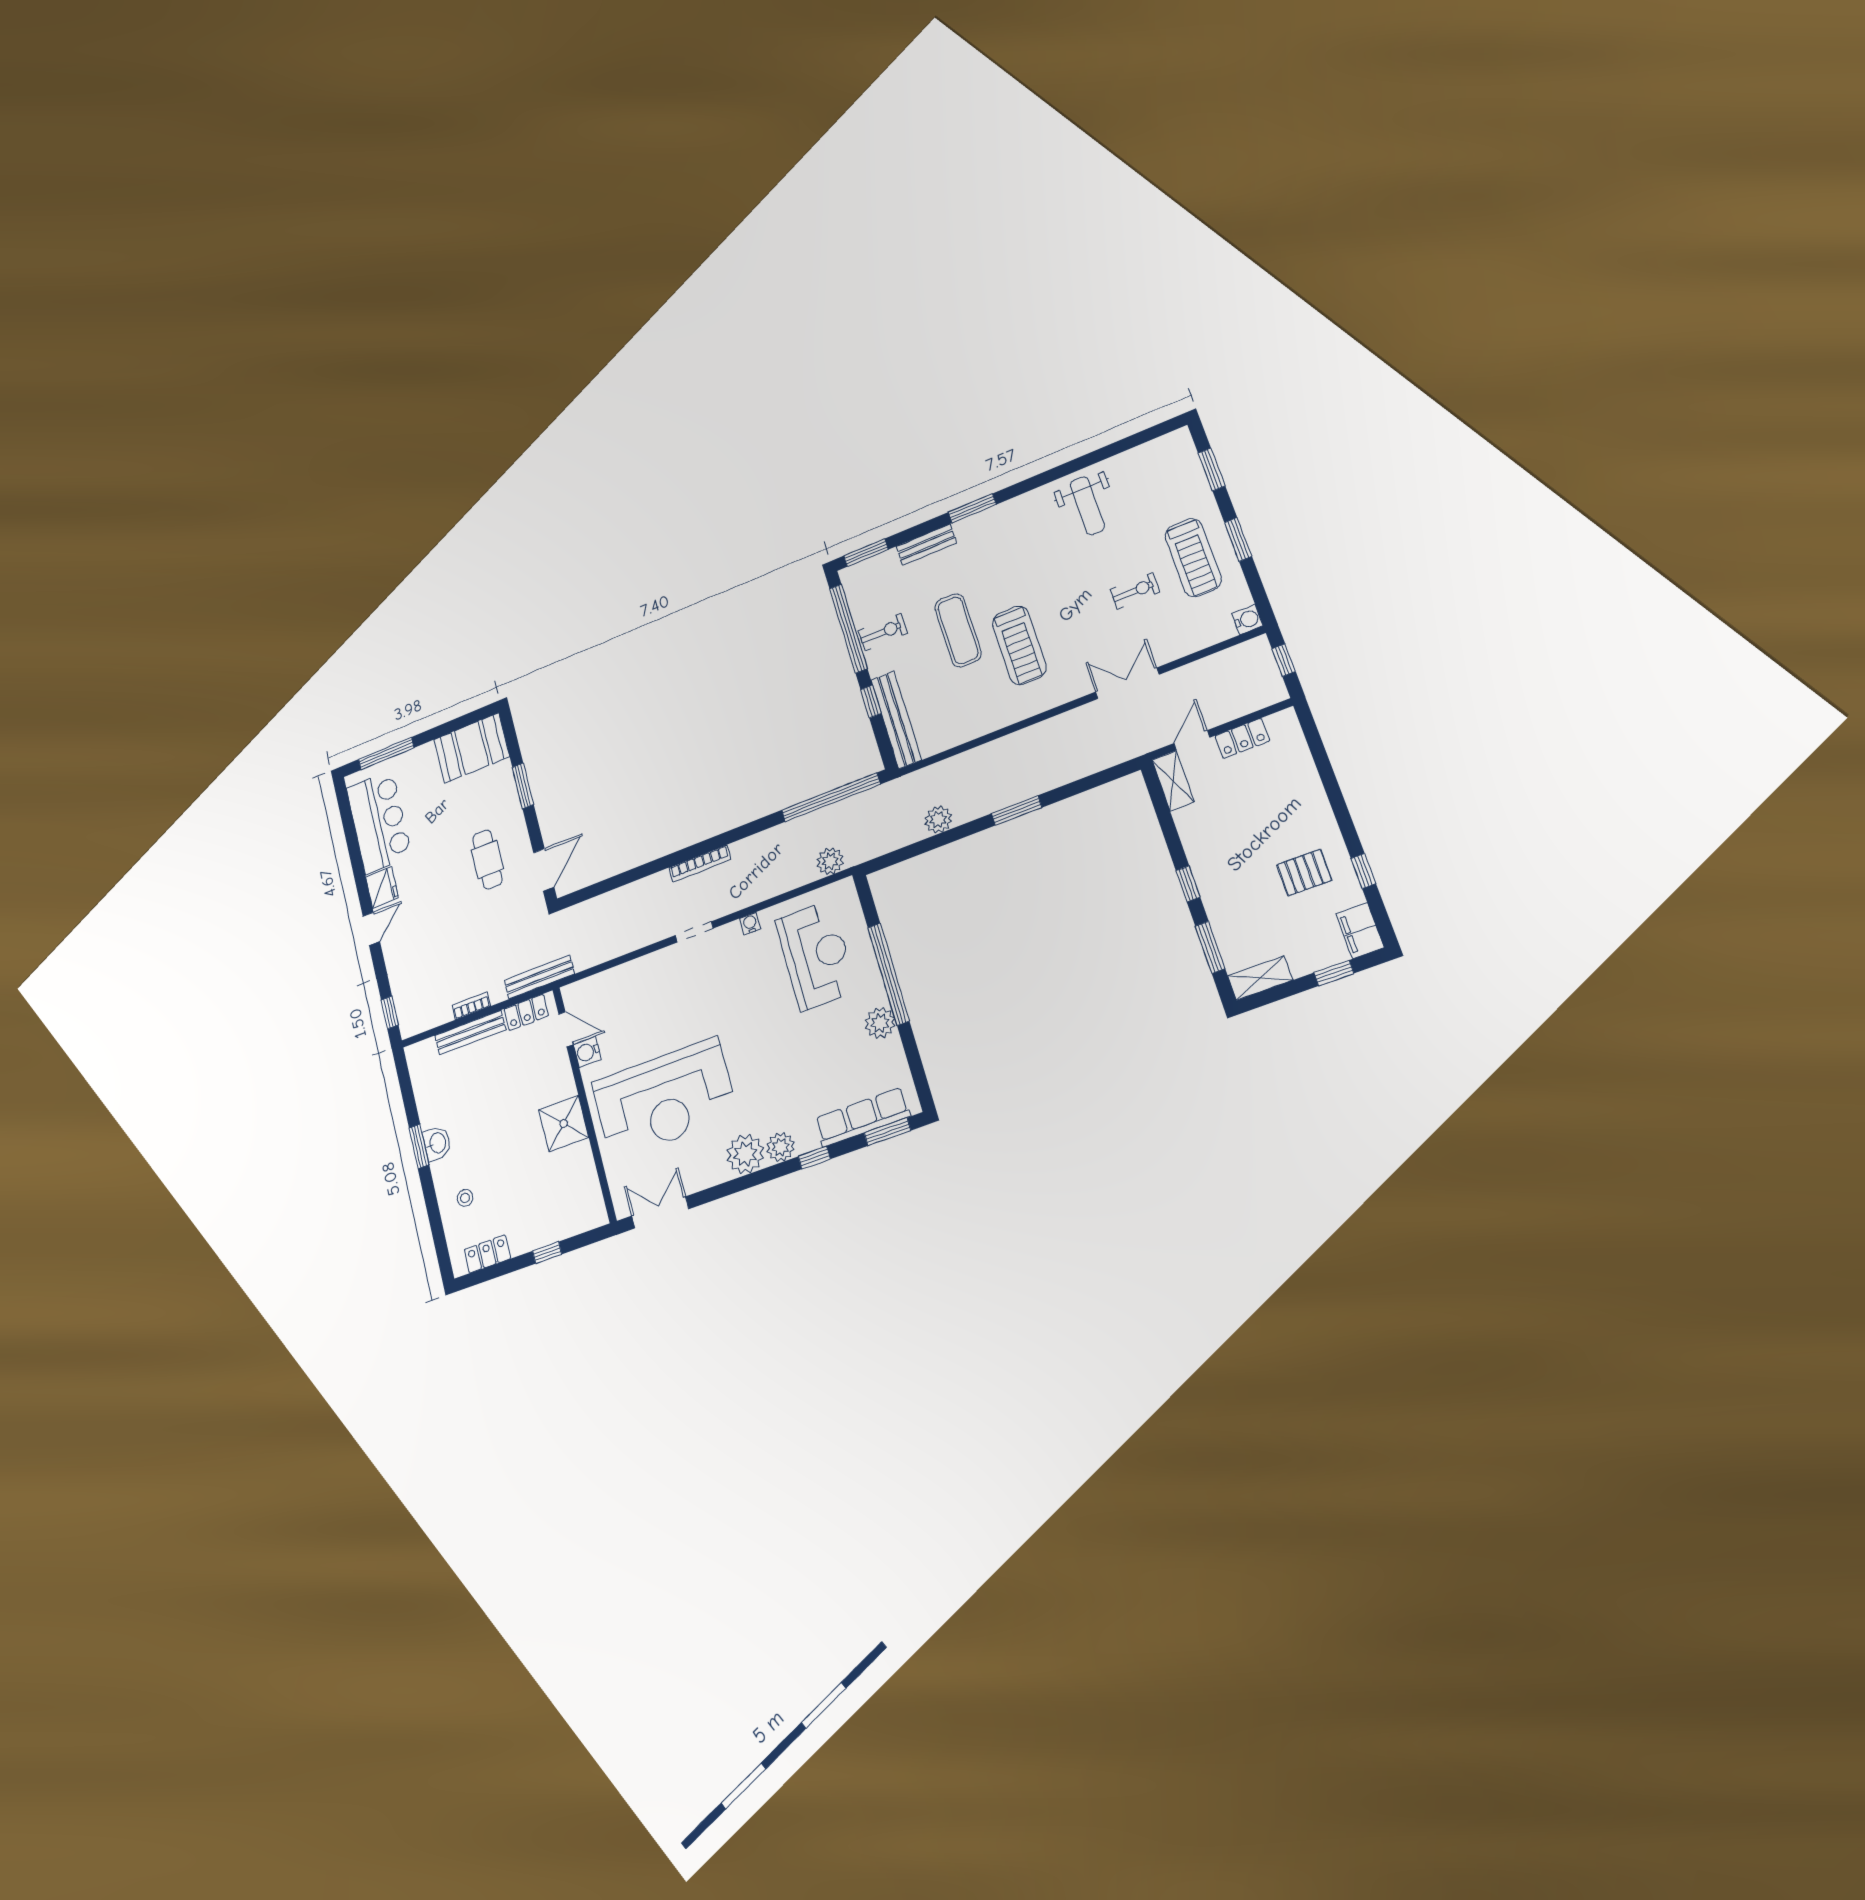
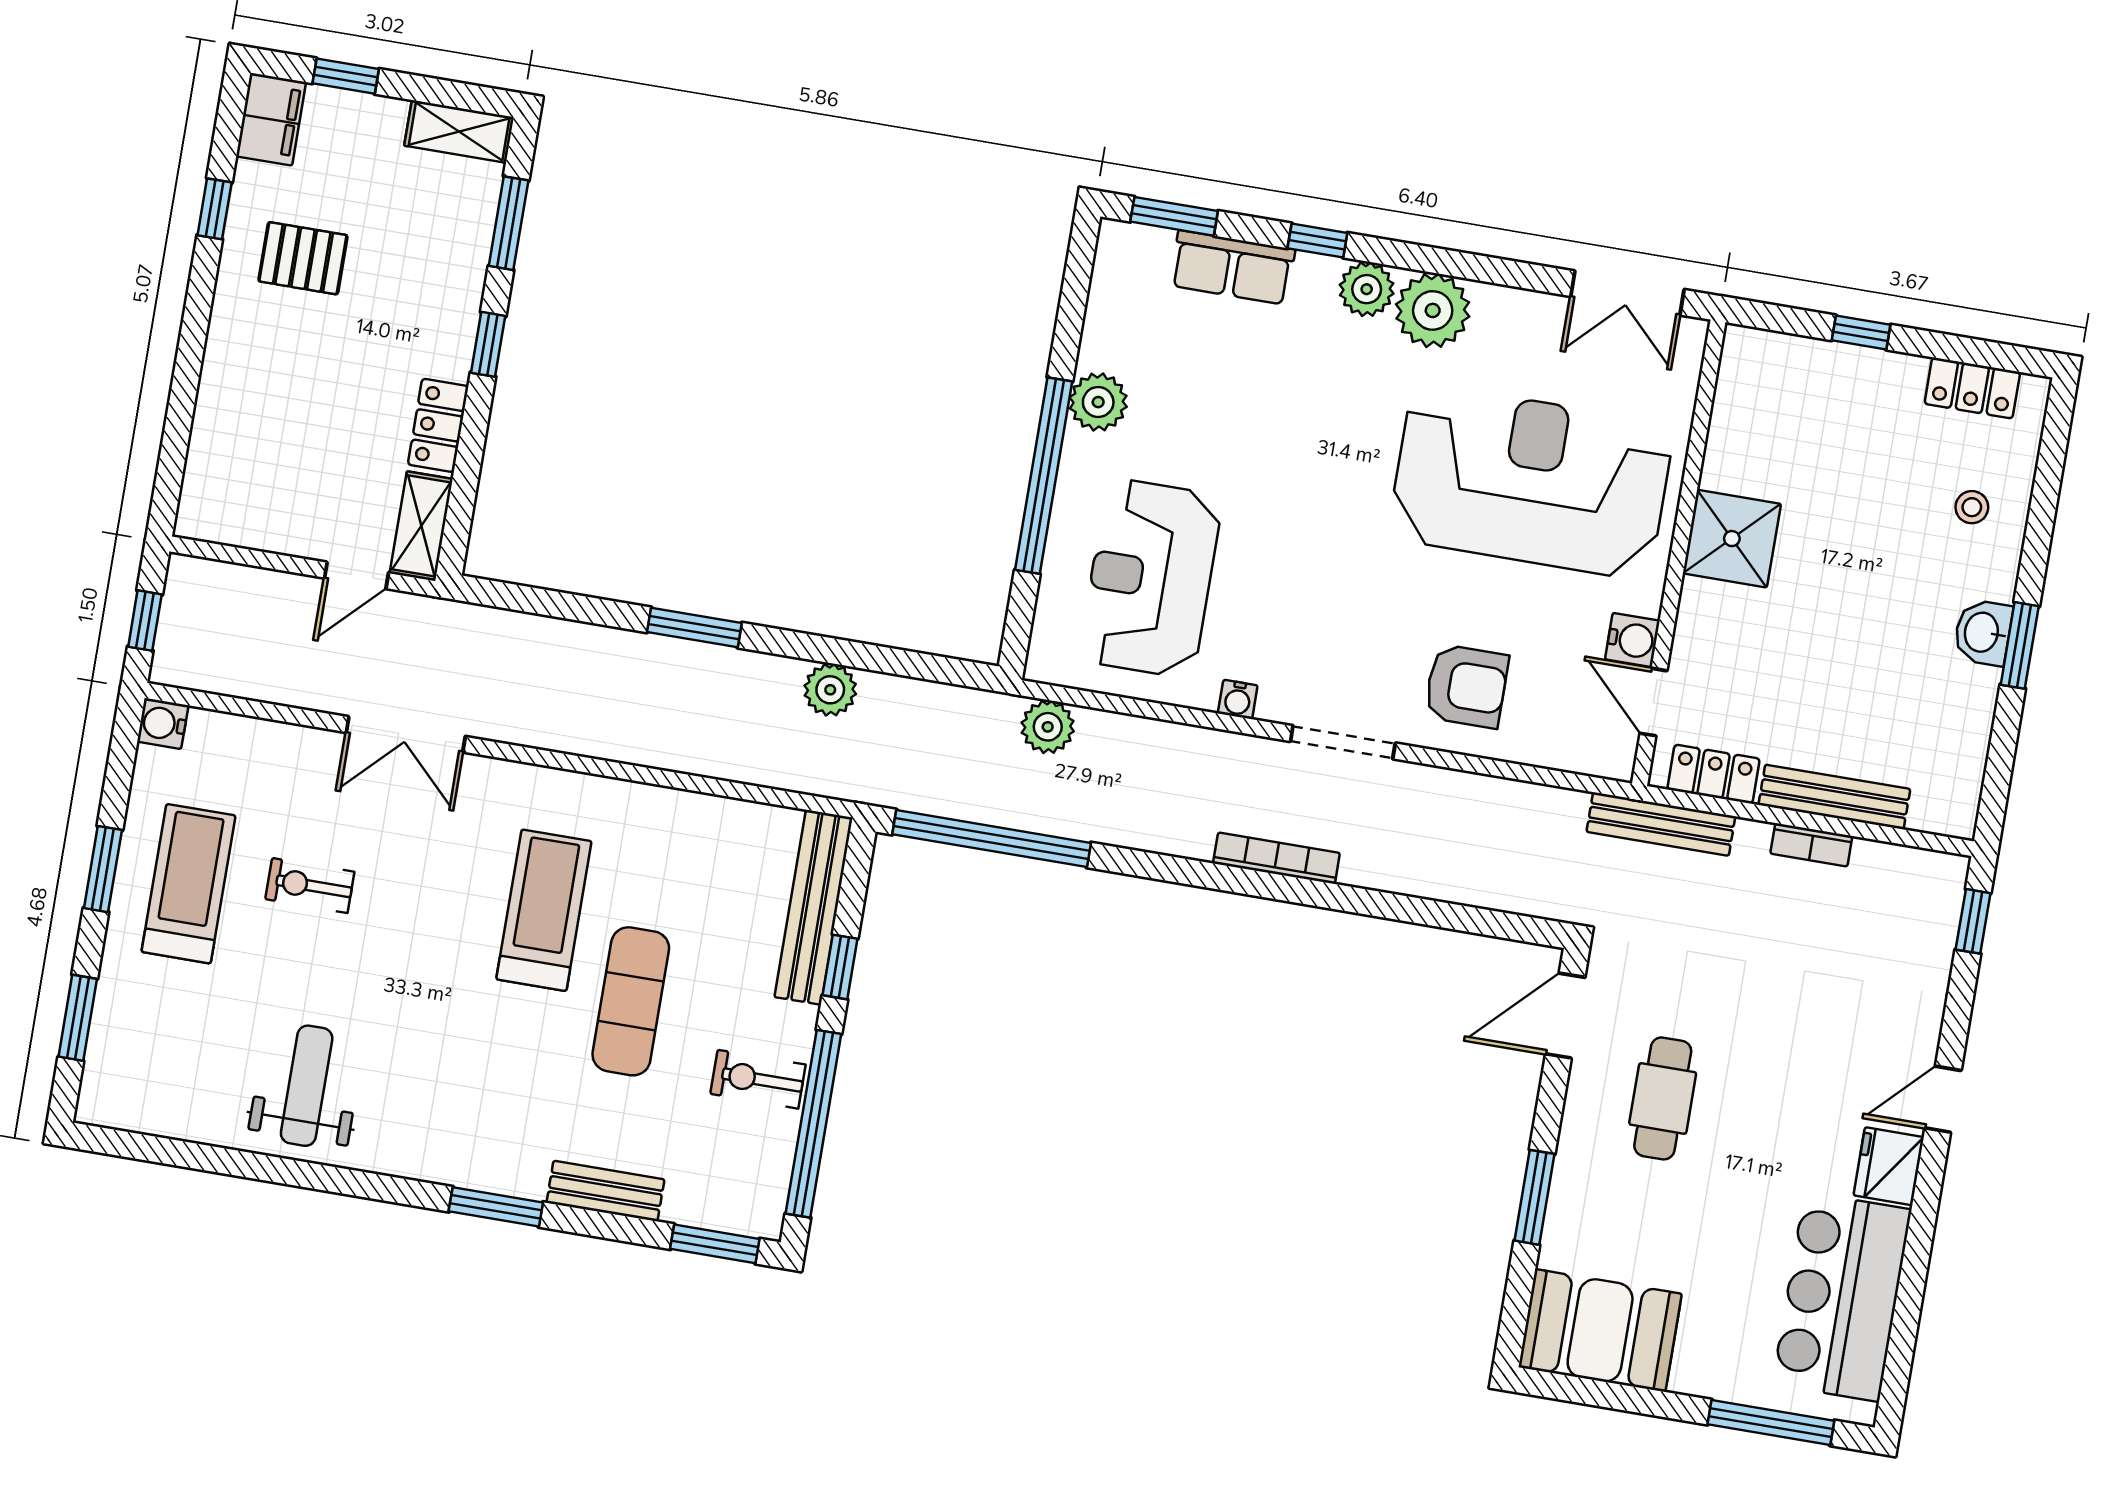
locker: (1242, 738) -> (438, 425), moved, turned -90
doorway: (694, 932) -> (1343, 742), width x1.38
armchair: (651, 989) -> (1466, 686), added
row of seats: (862, 1117) -> (1232, 267), width x0.68

